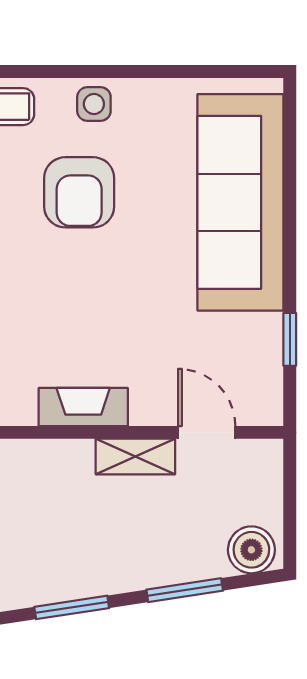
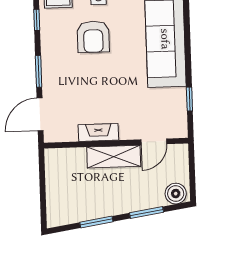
door: (207, 432) -> (154, 142), swing flipped
shelving: (135, 457) -> (114, 157), width x1.50, depth x1.33

